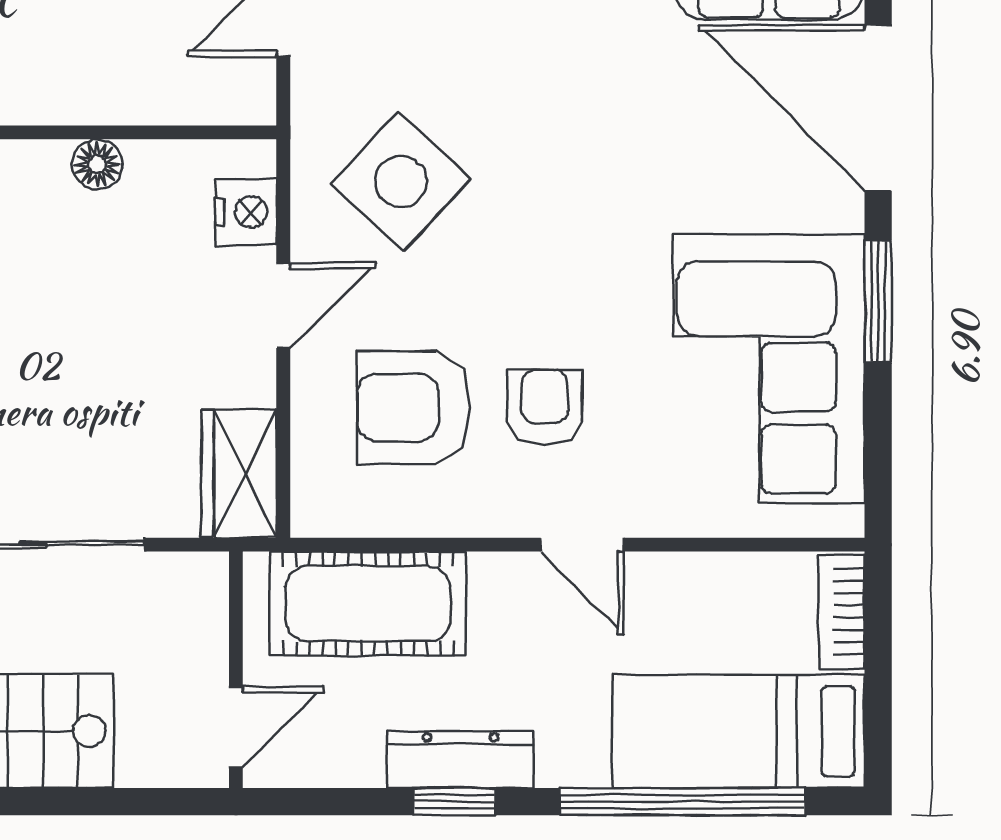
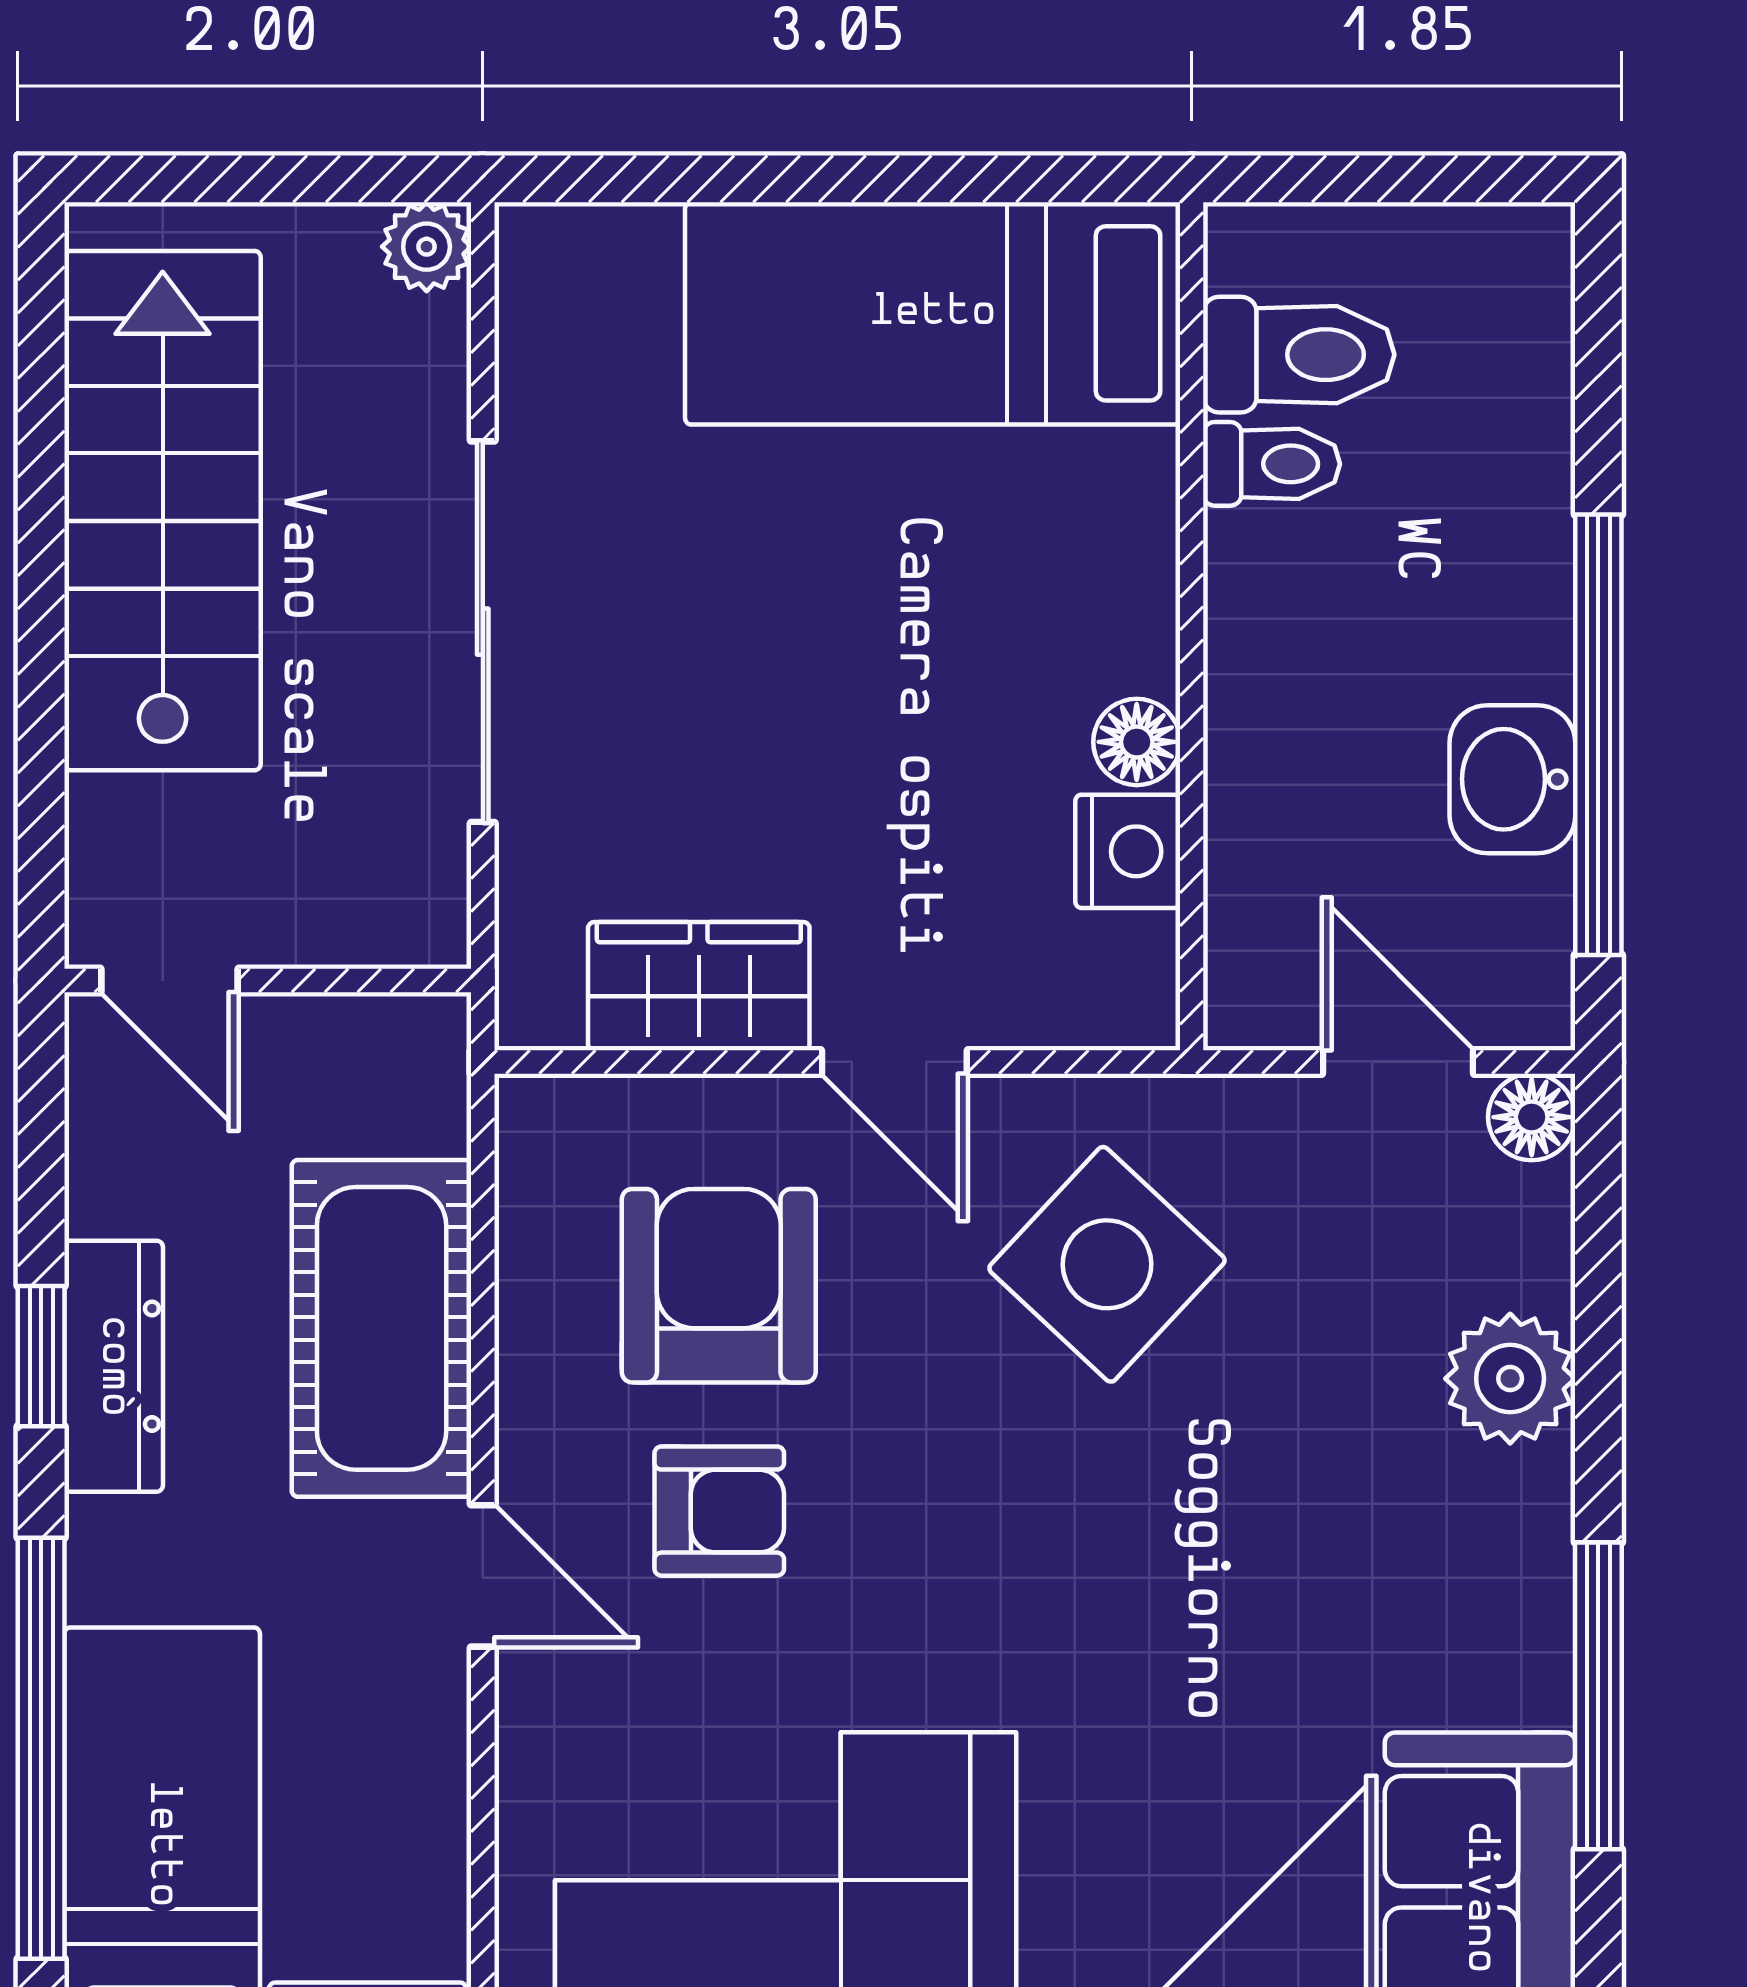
nightstand: (246, 212) -> (1128, 851), moved, turned -90
wardrobe: (239, 474) -> (699, 986), moved
door: (582, 545) -> (483, 1576), swing flipped
cot: (368, 604) -> (382, 1328), moved

